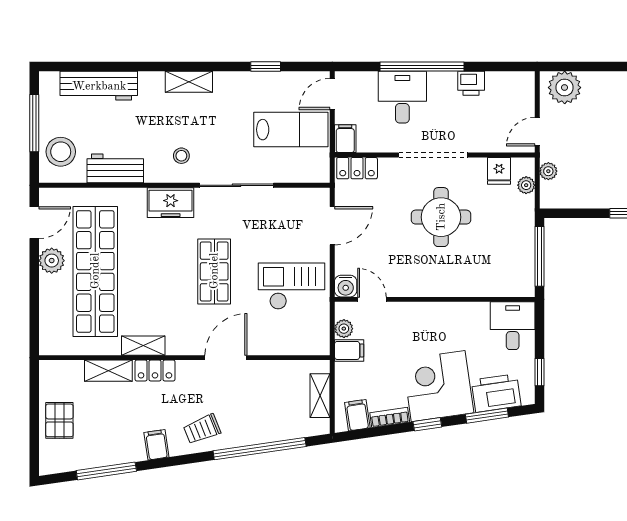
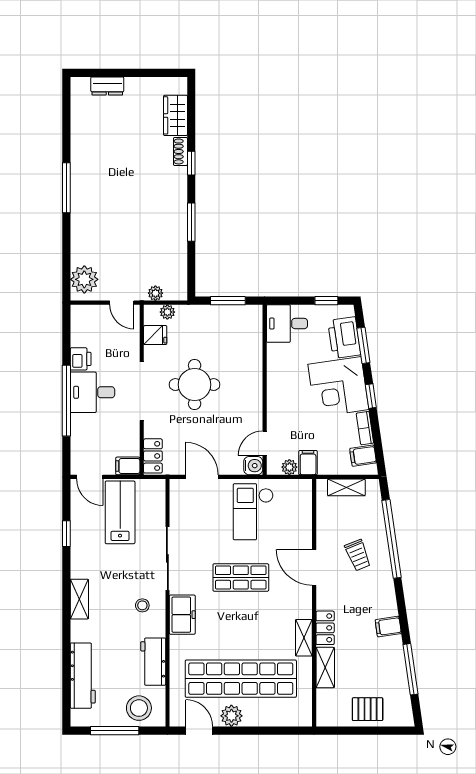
desk: (402, 97) -> (93, 392), moved
window: (540, 256) -> (228, 301), width x0.69
trolley: (202, 429) -> (358, 555), moved

